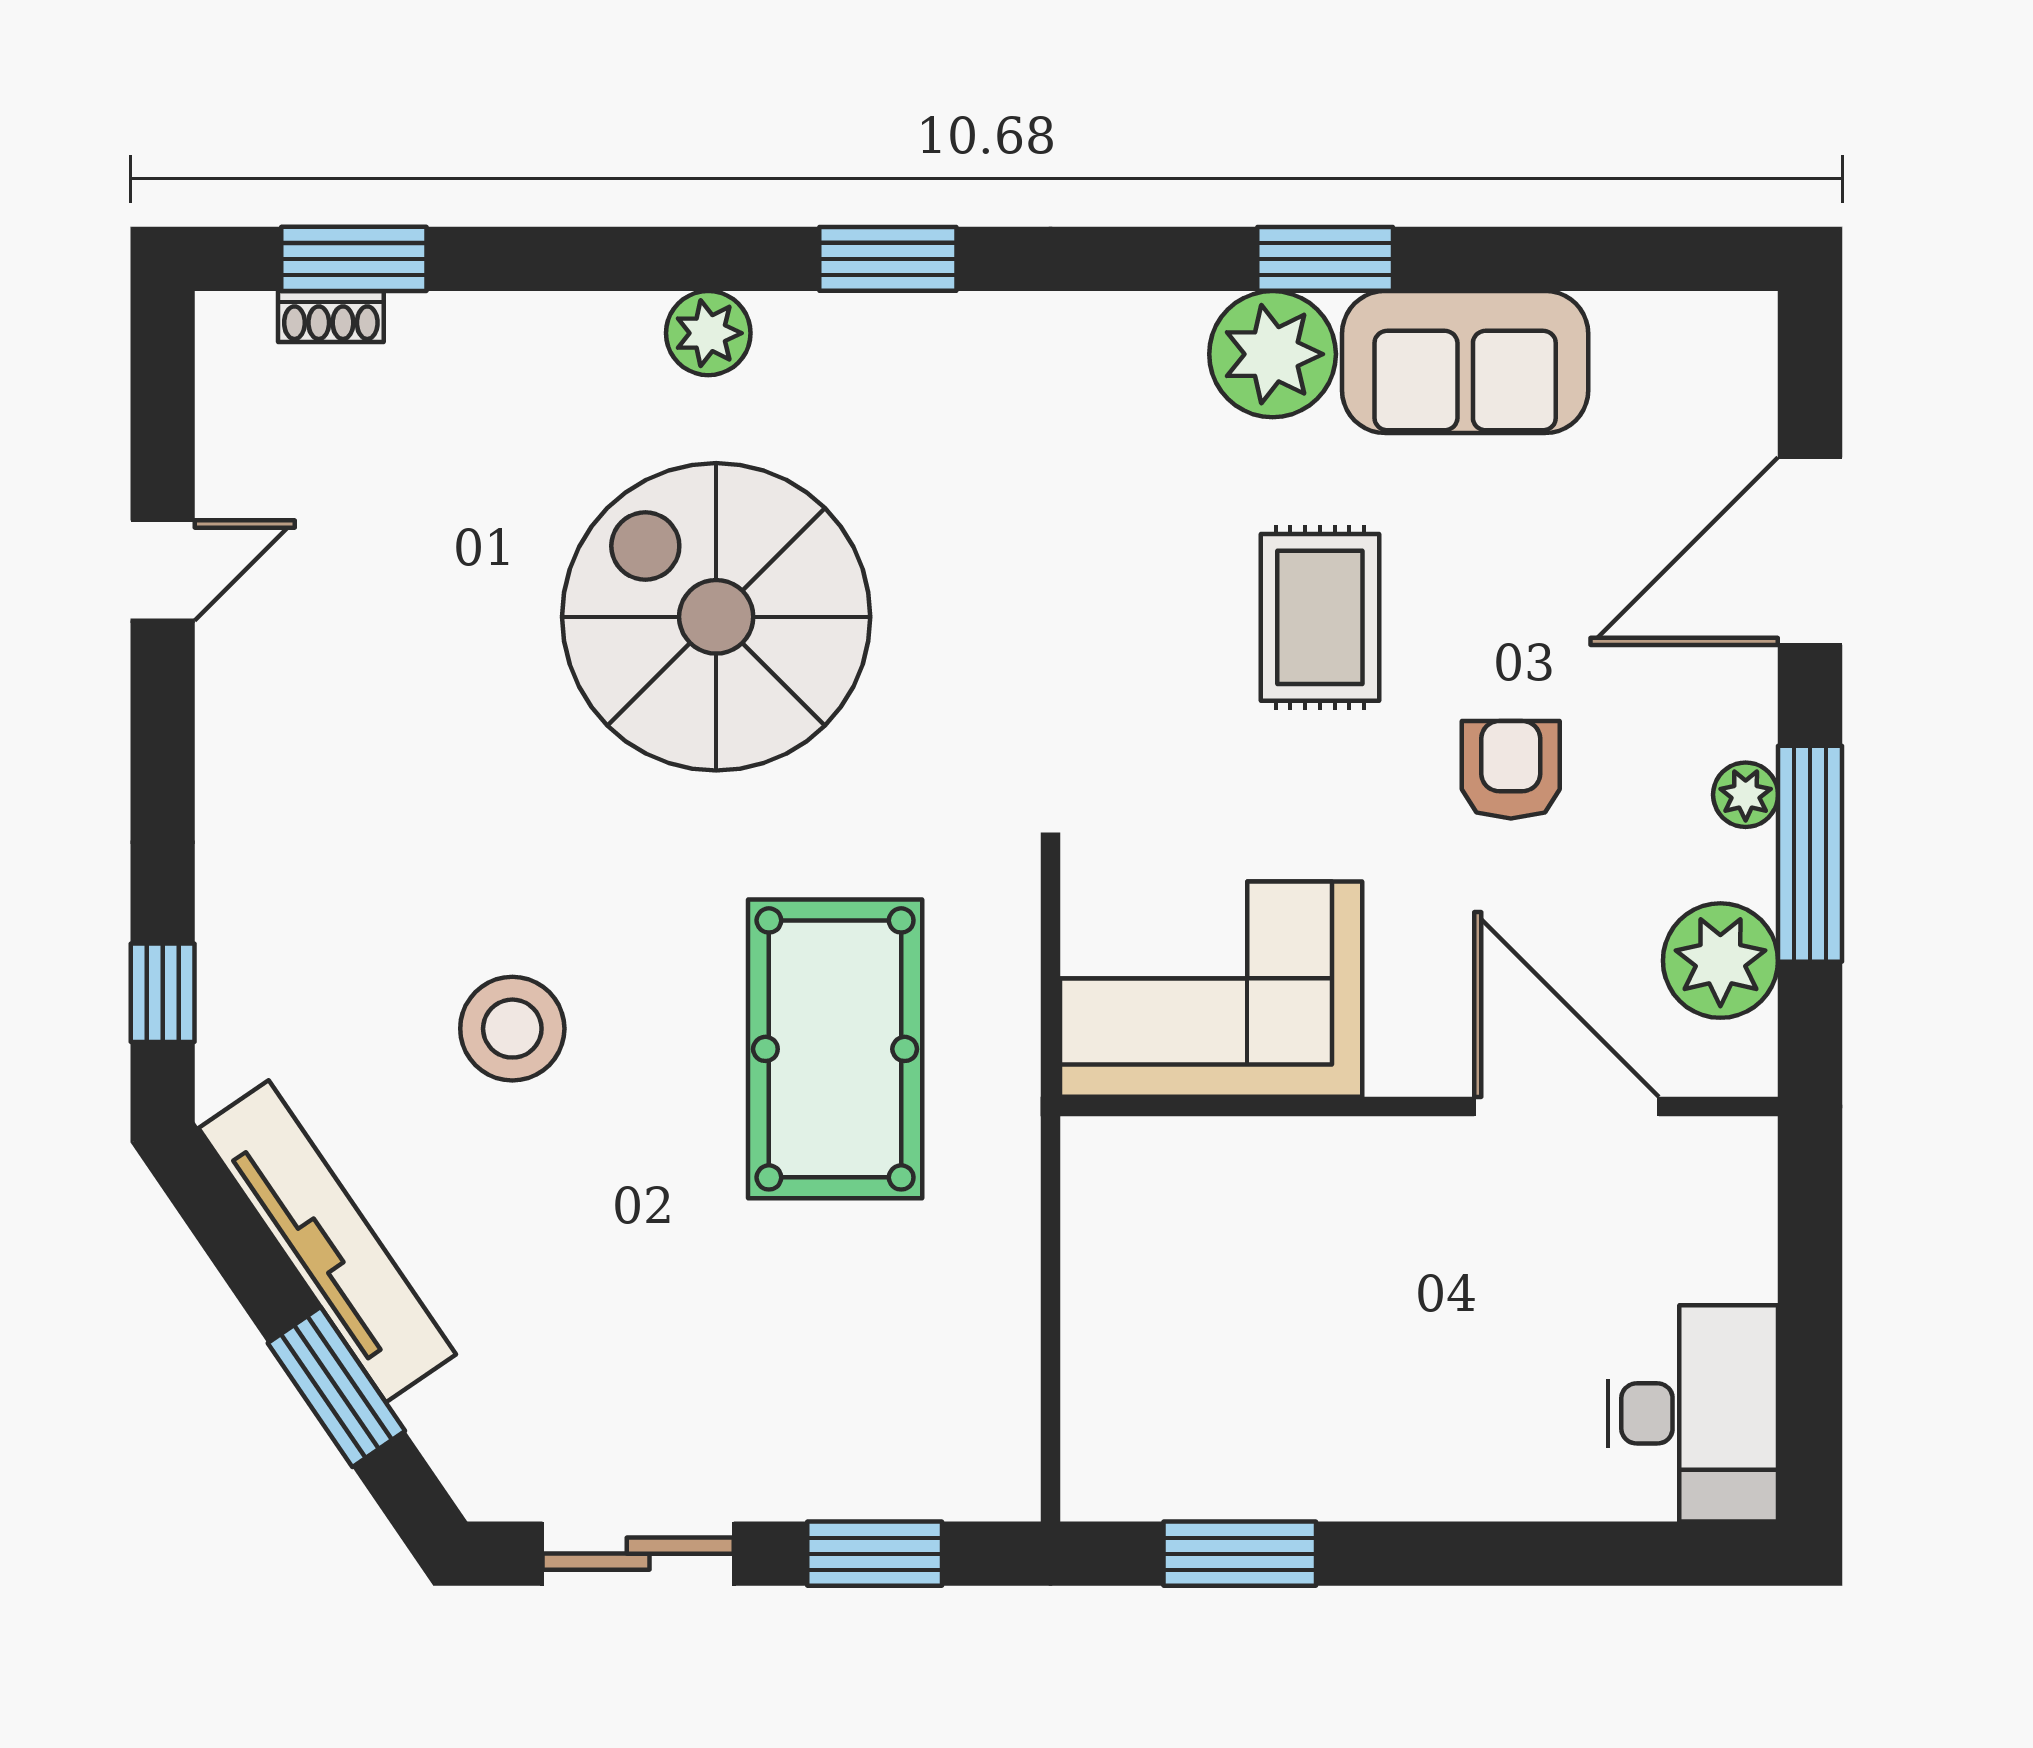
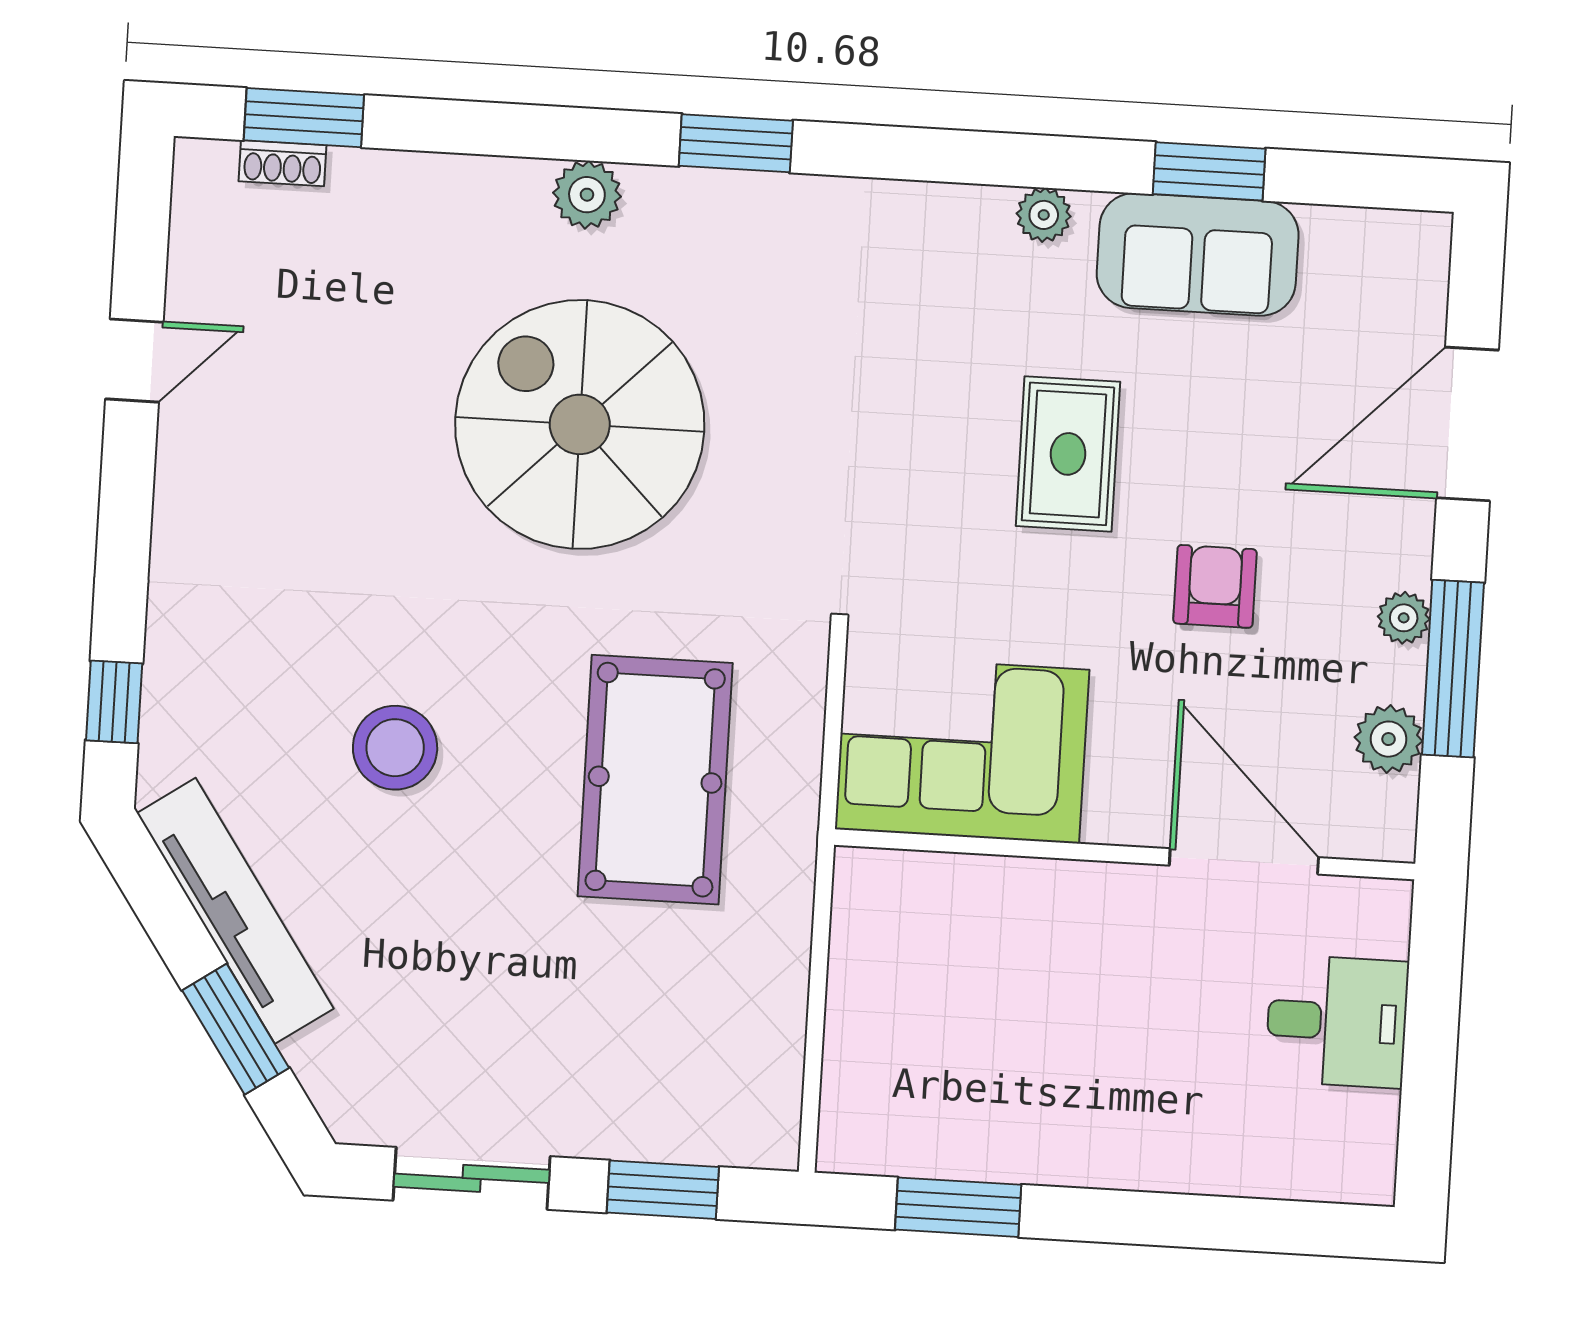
window: (1325, 259) -> (1209, 171), moved
plant: (1273, 354) -> (1044, 215), width x0.53, depth x0.53
plant: (1720, 961) -> (1389, 739), width x0.73, depth x0.73
desk: (1693, 1413) -> (1337, 1021), moved, width x0.73

